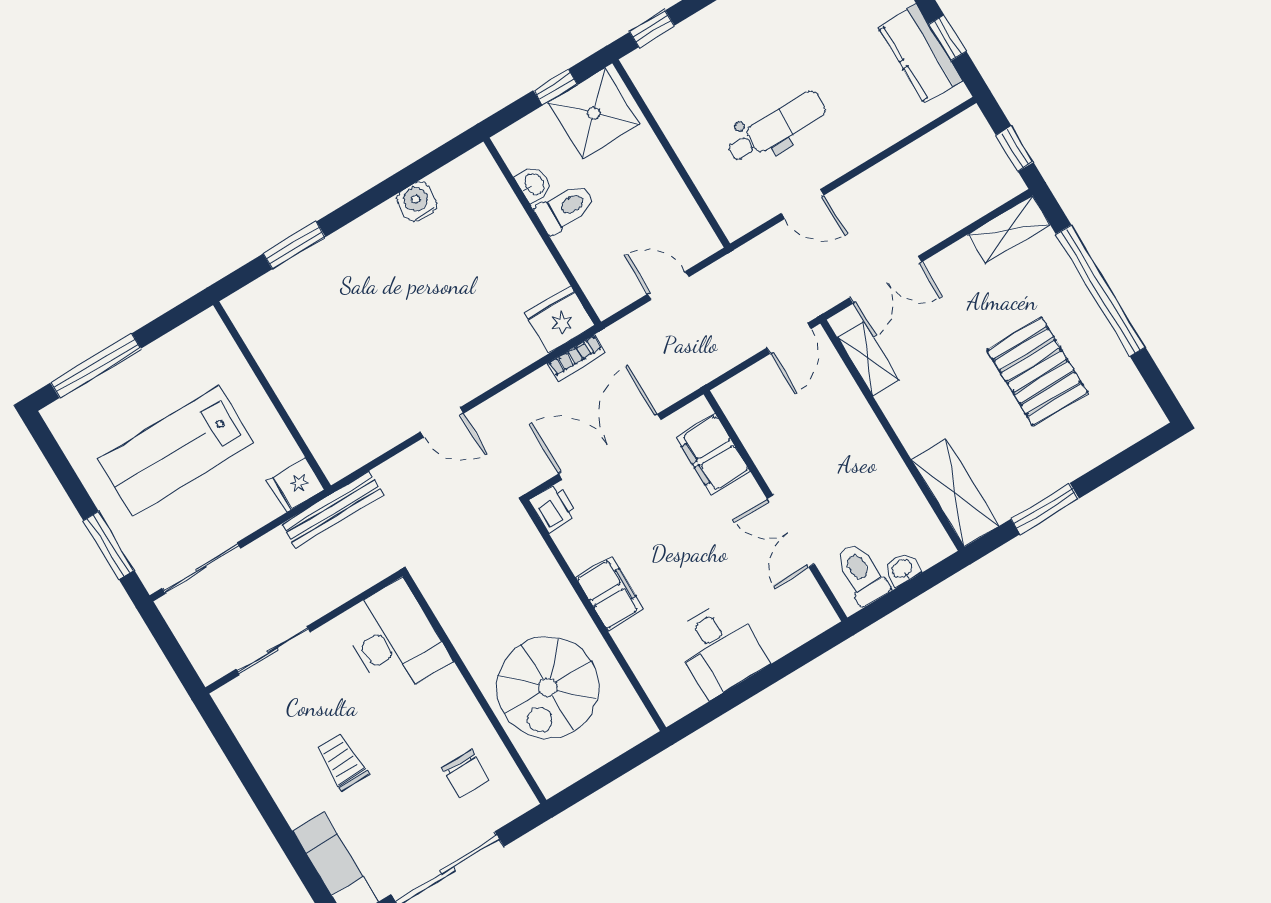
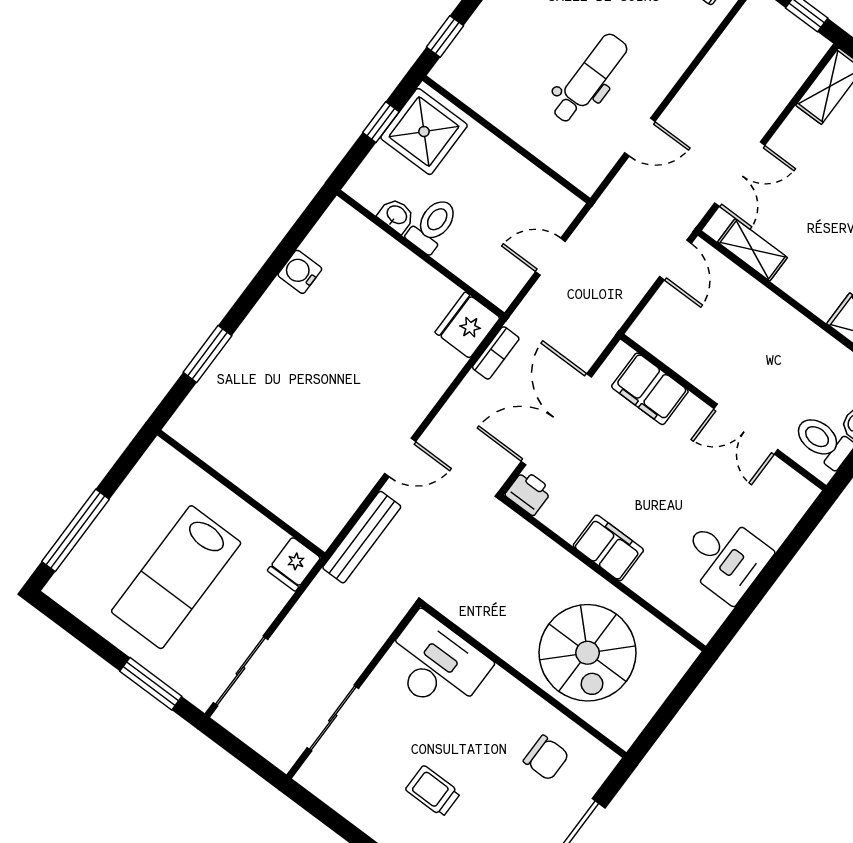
bench: (332, 510) -> (362, 537), moved

